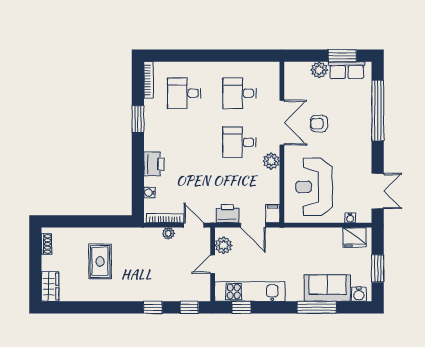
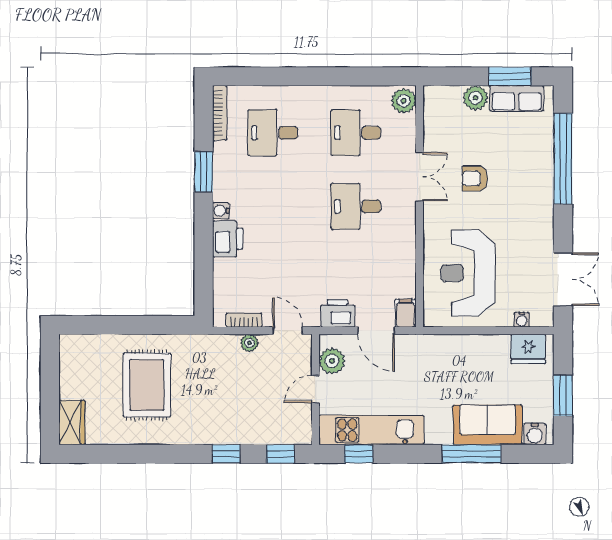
double door: (282, 123) -> (419, 177), width x0.73
plant: (271, 161) -> (404, 101), moved
water cooler: (149, 193) -> (221, 211), moved
bookcase: (165, 218) -> (244, 320), width x0.64
shoe rack: (46, 244) -> (66, 359), removed
rug: (100, 261) -> (147, 385), width x1.36, depth x1.43

